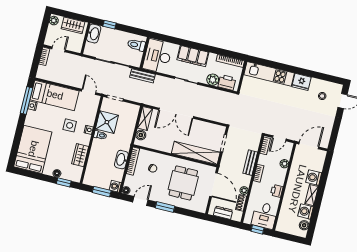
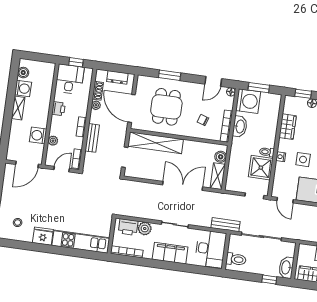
washing machine: (314, 178) -> (38, 135), moved, turned 180
washing machine: (115, 186) -> (248, 101), width x1.89, depth x1.89
window: (165, 207) -> (170, 75), moved

